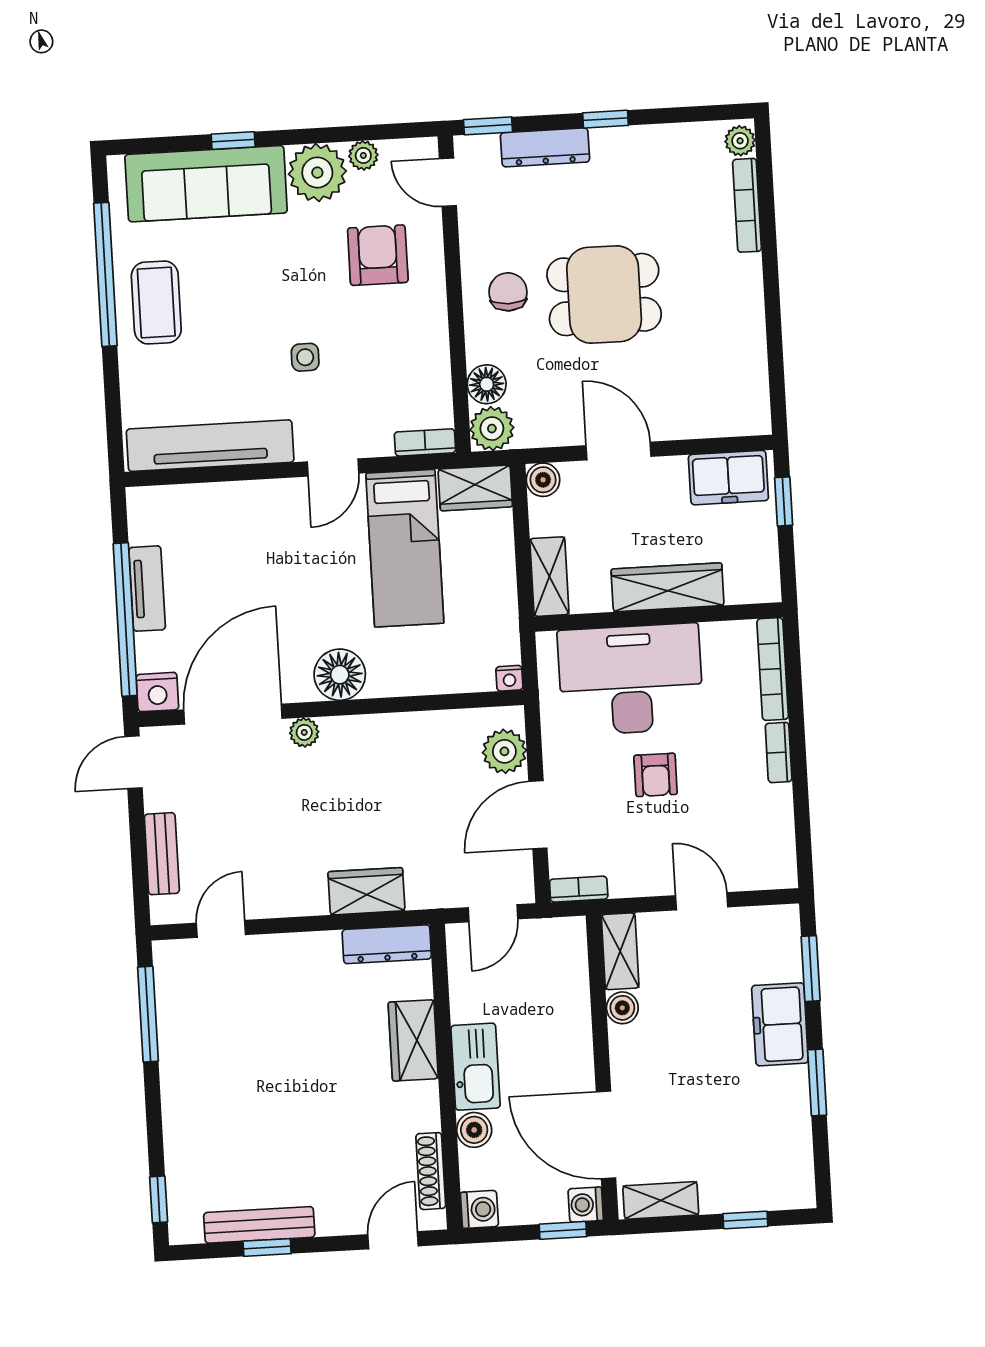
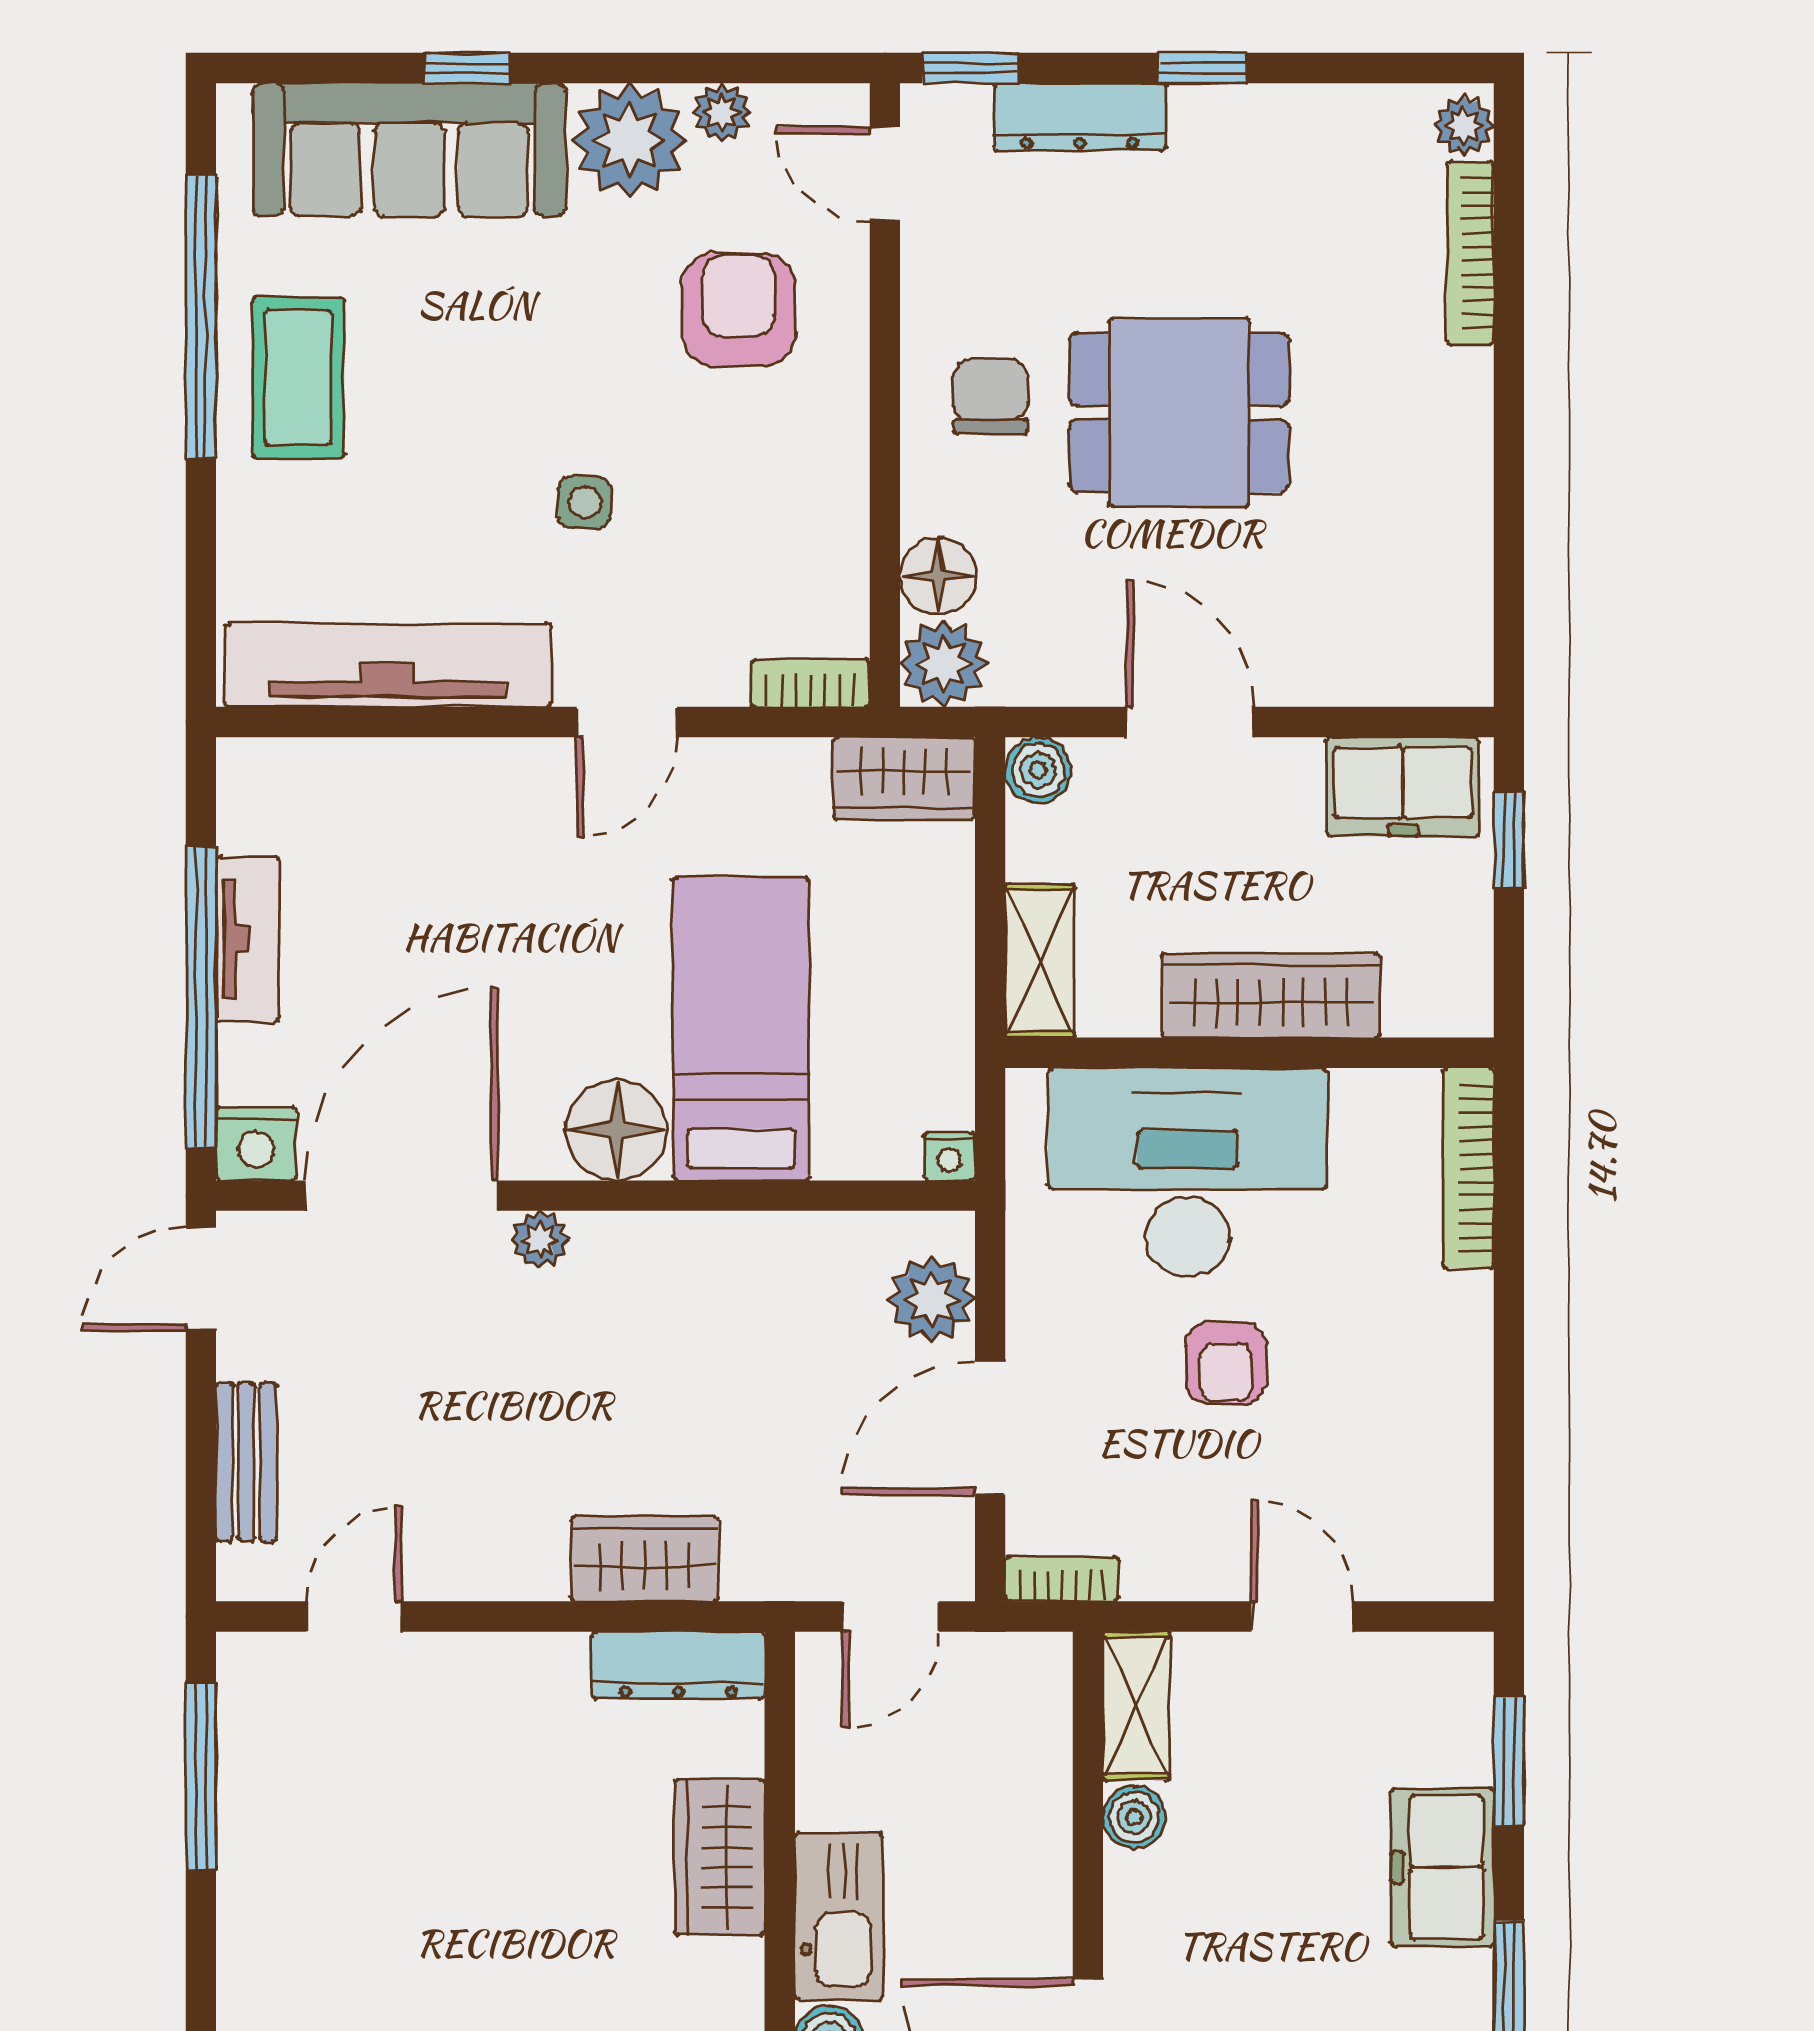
bed: (405, 548) -> (741, 1029), moved, turned 180
bookcase: (779, 752) -> (1470, 1333), removed

